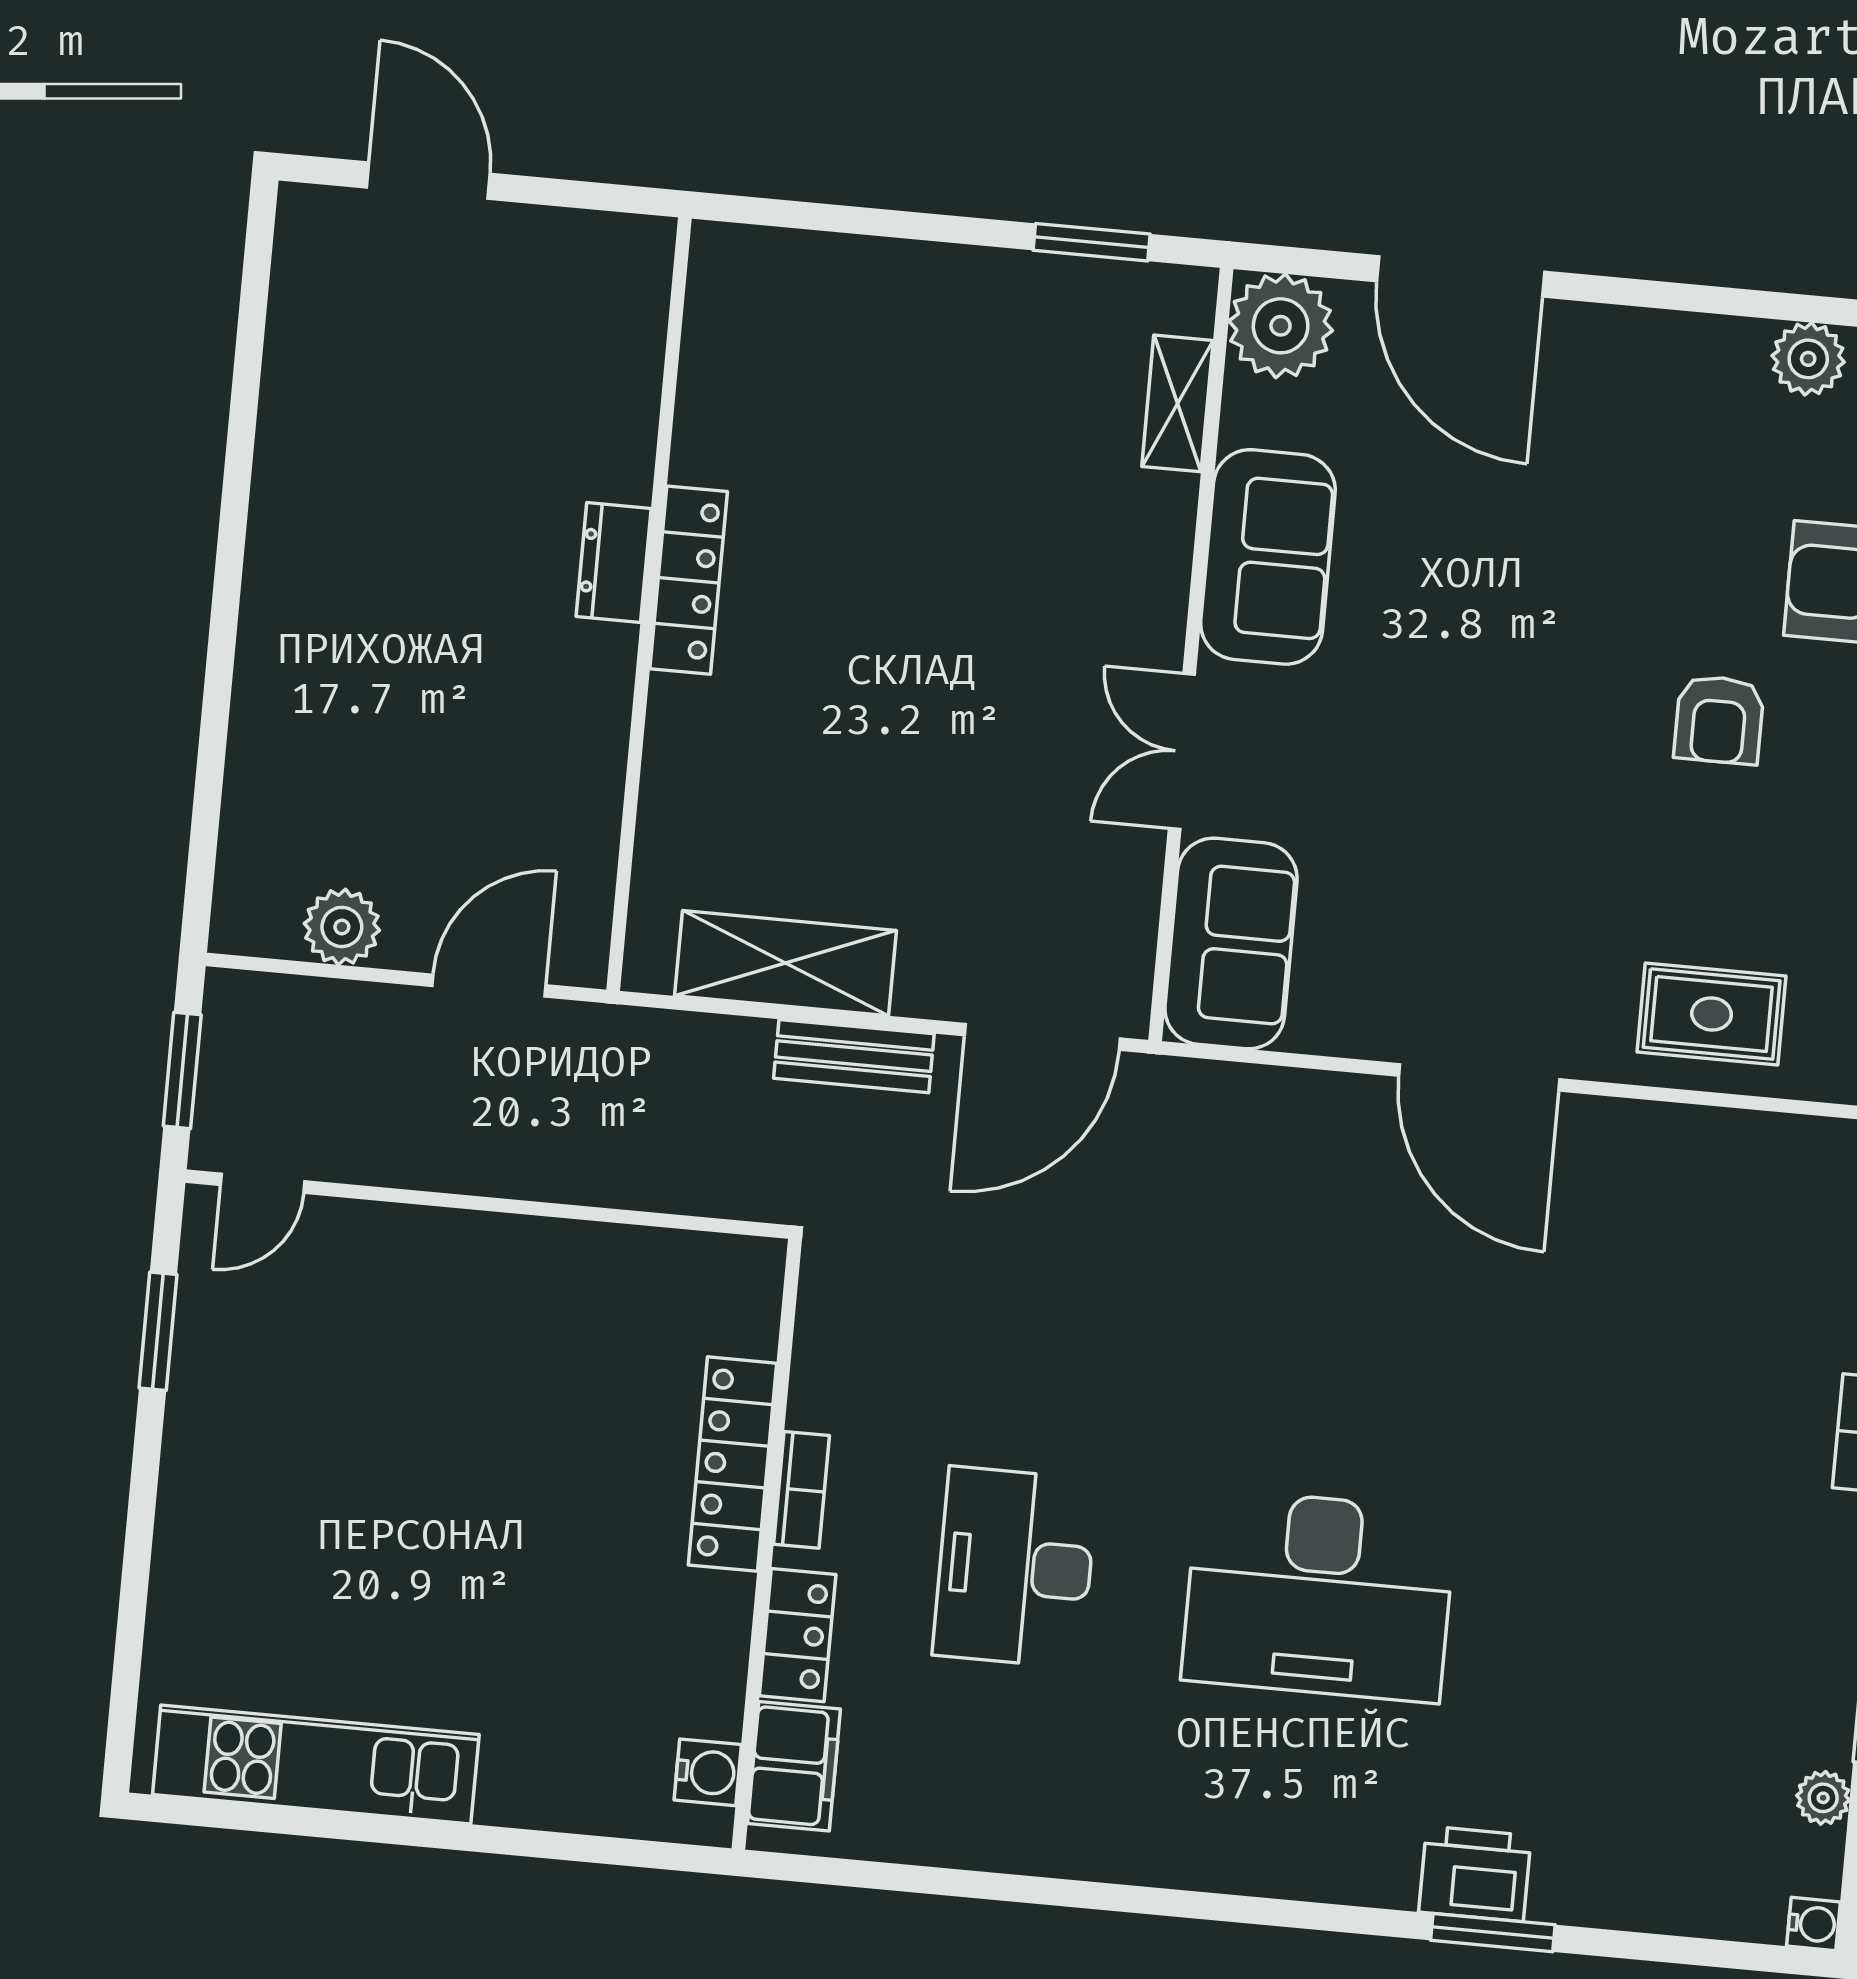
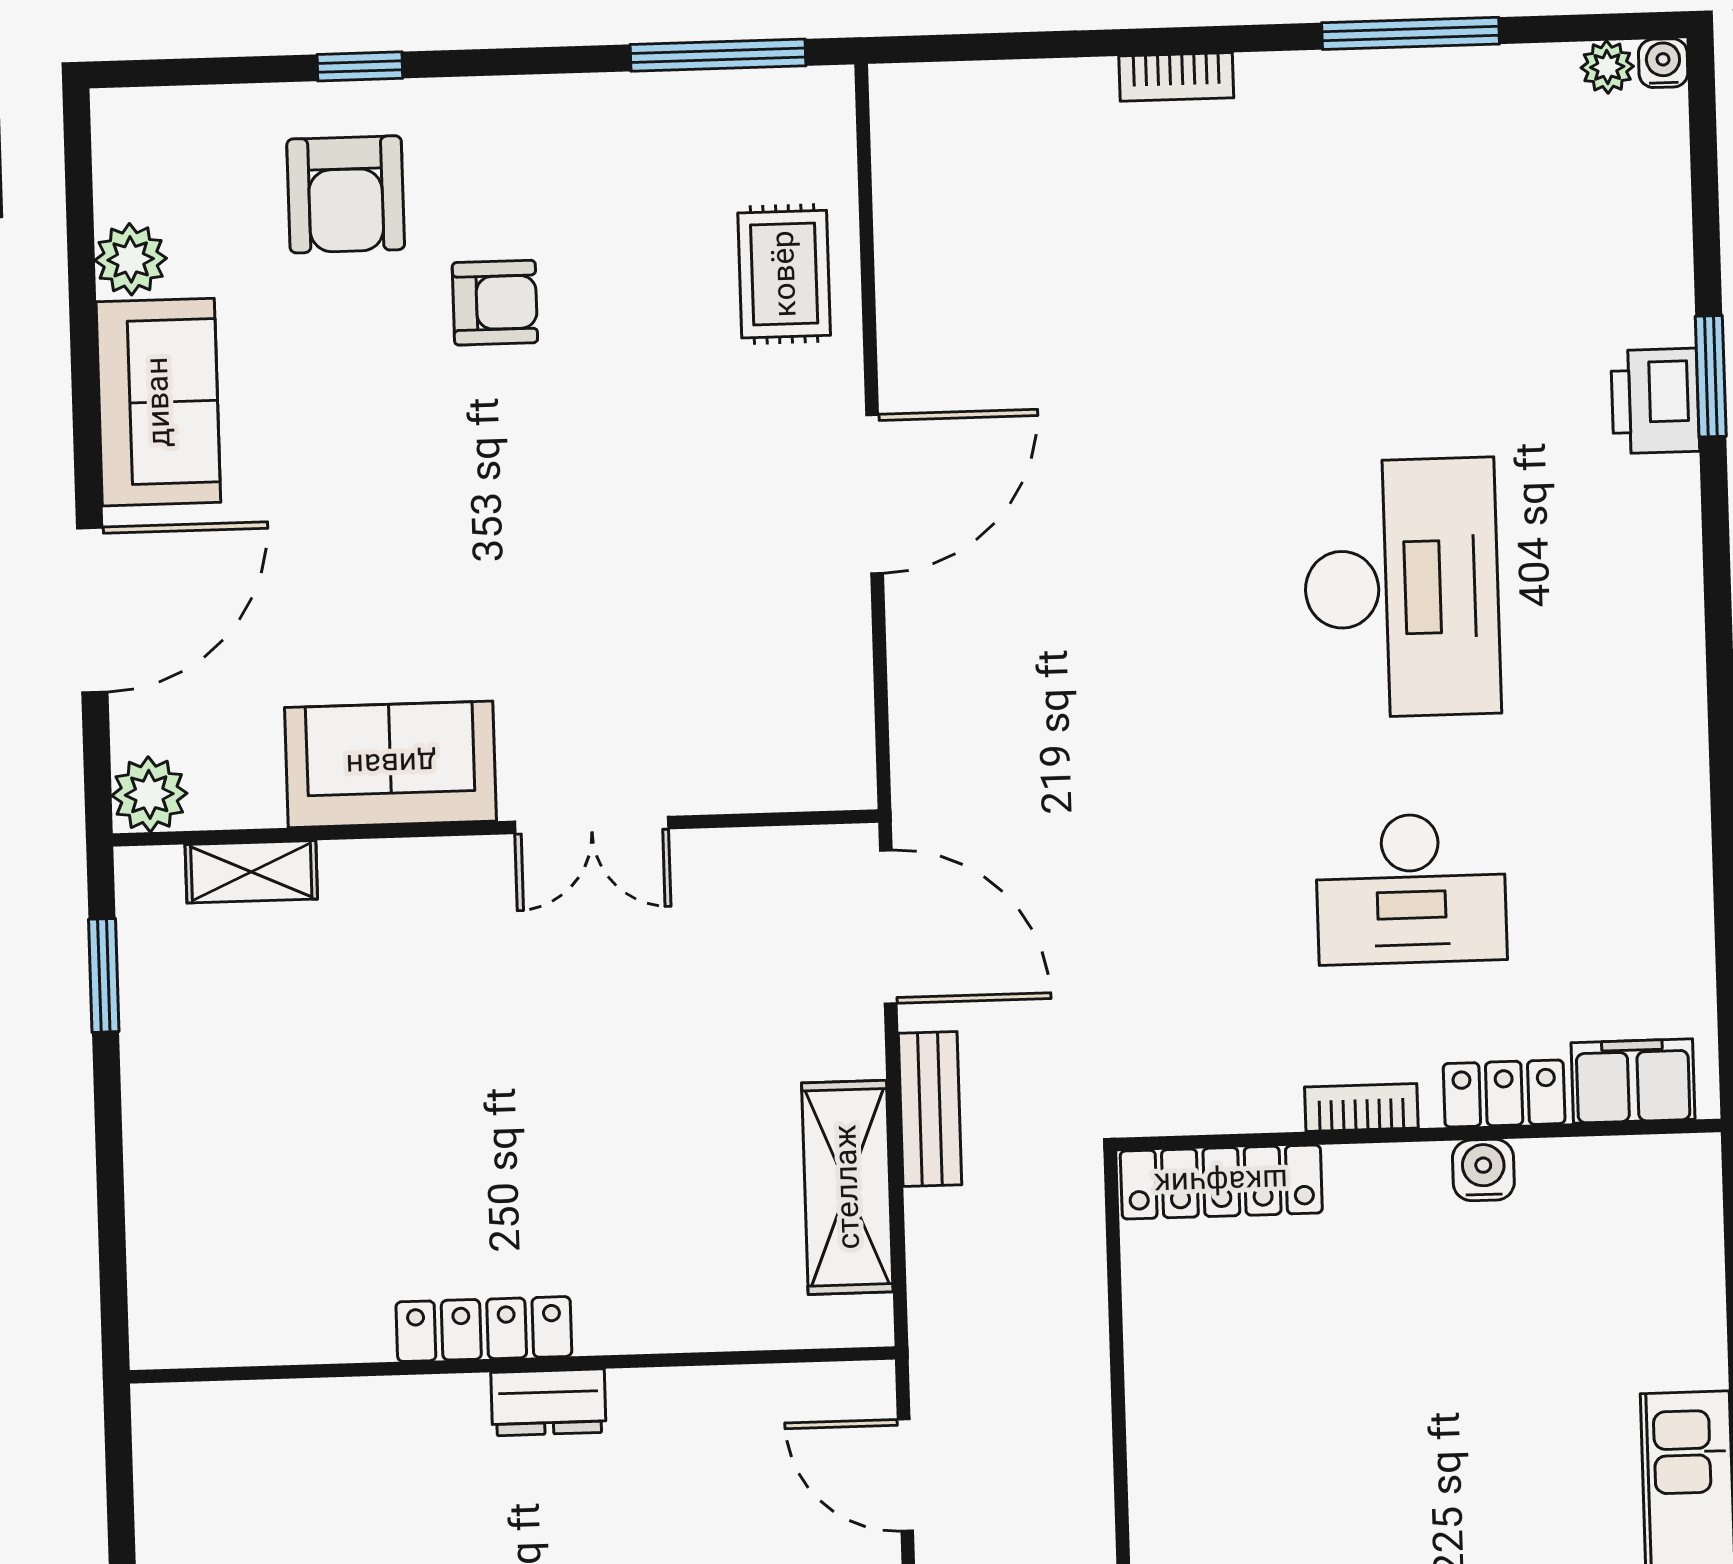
plant: (1281, 326) -> (149, 794), width x0.73, depth x0.73
dresser: (614, 563) -> (548, 1402), moved
sofa: (1231, 944) -> (158, 402), moved, turned 90
locker: (733, 1464) -> (1221, 1182), moved
water cooler: (708, 1772) -> (1483, 1170), moved
plant: (1823, 1798) -> (1607, 67), moved

